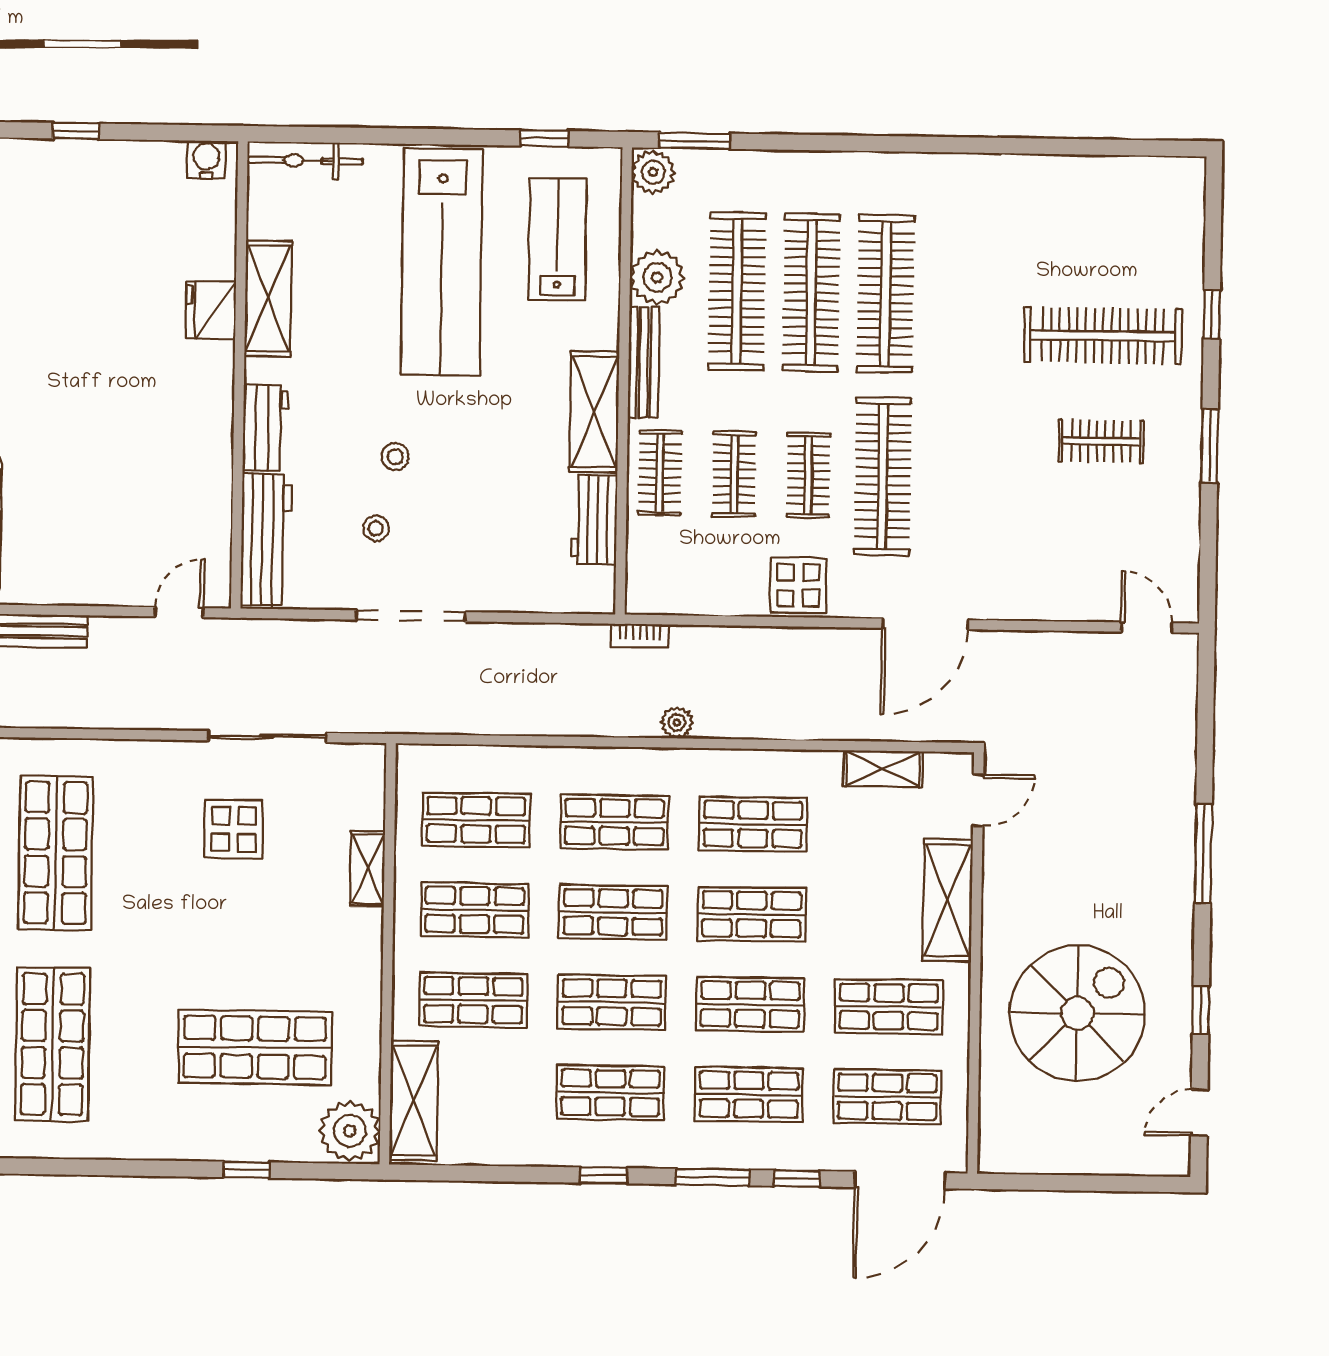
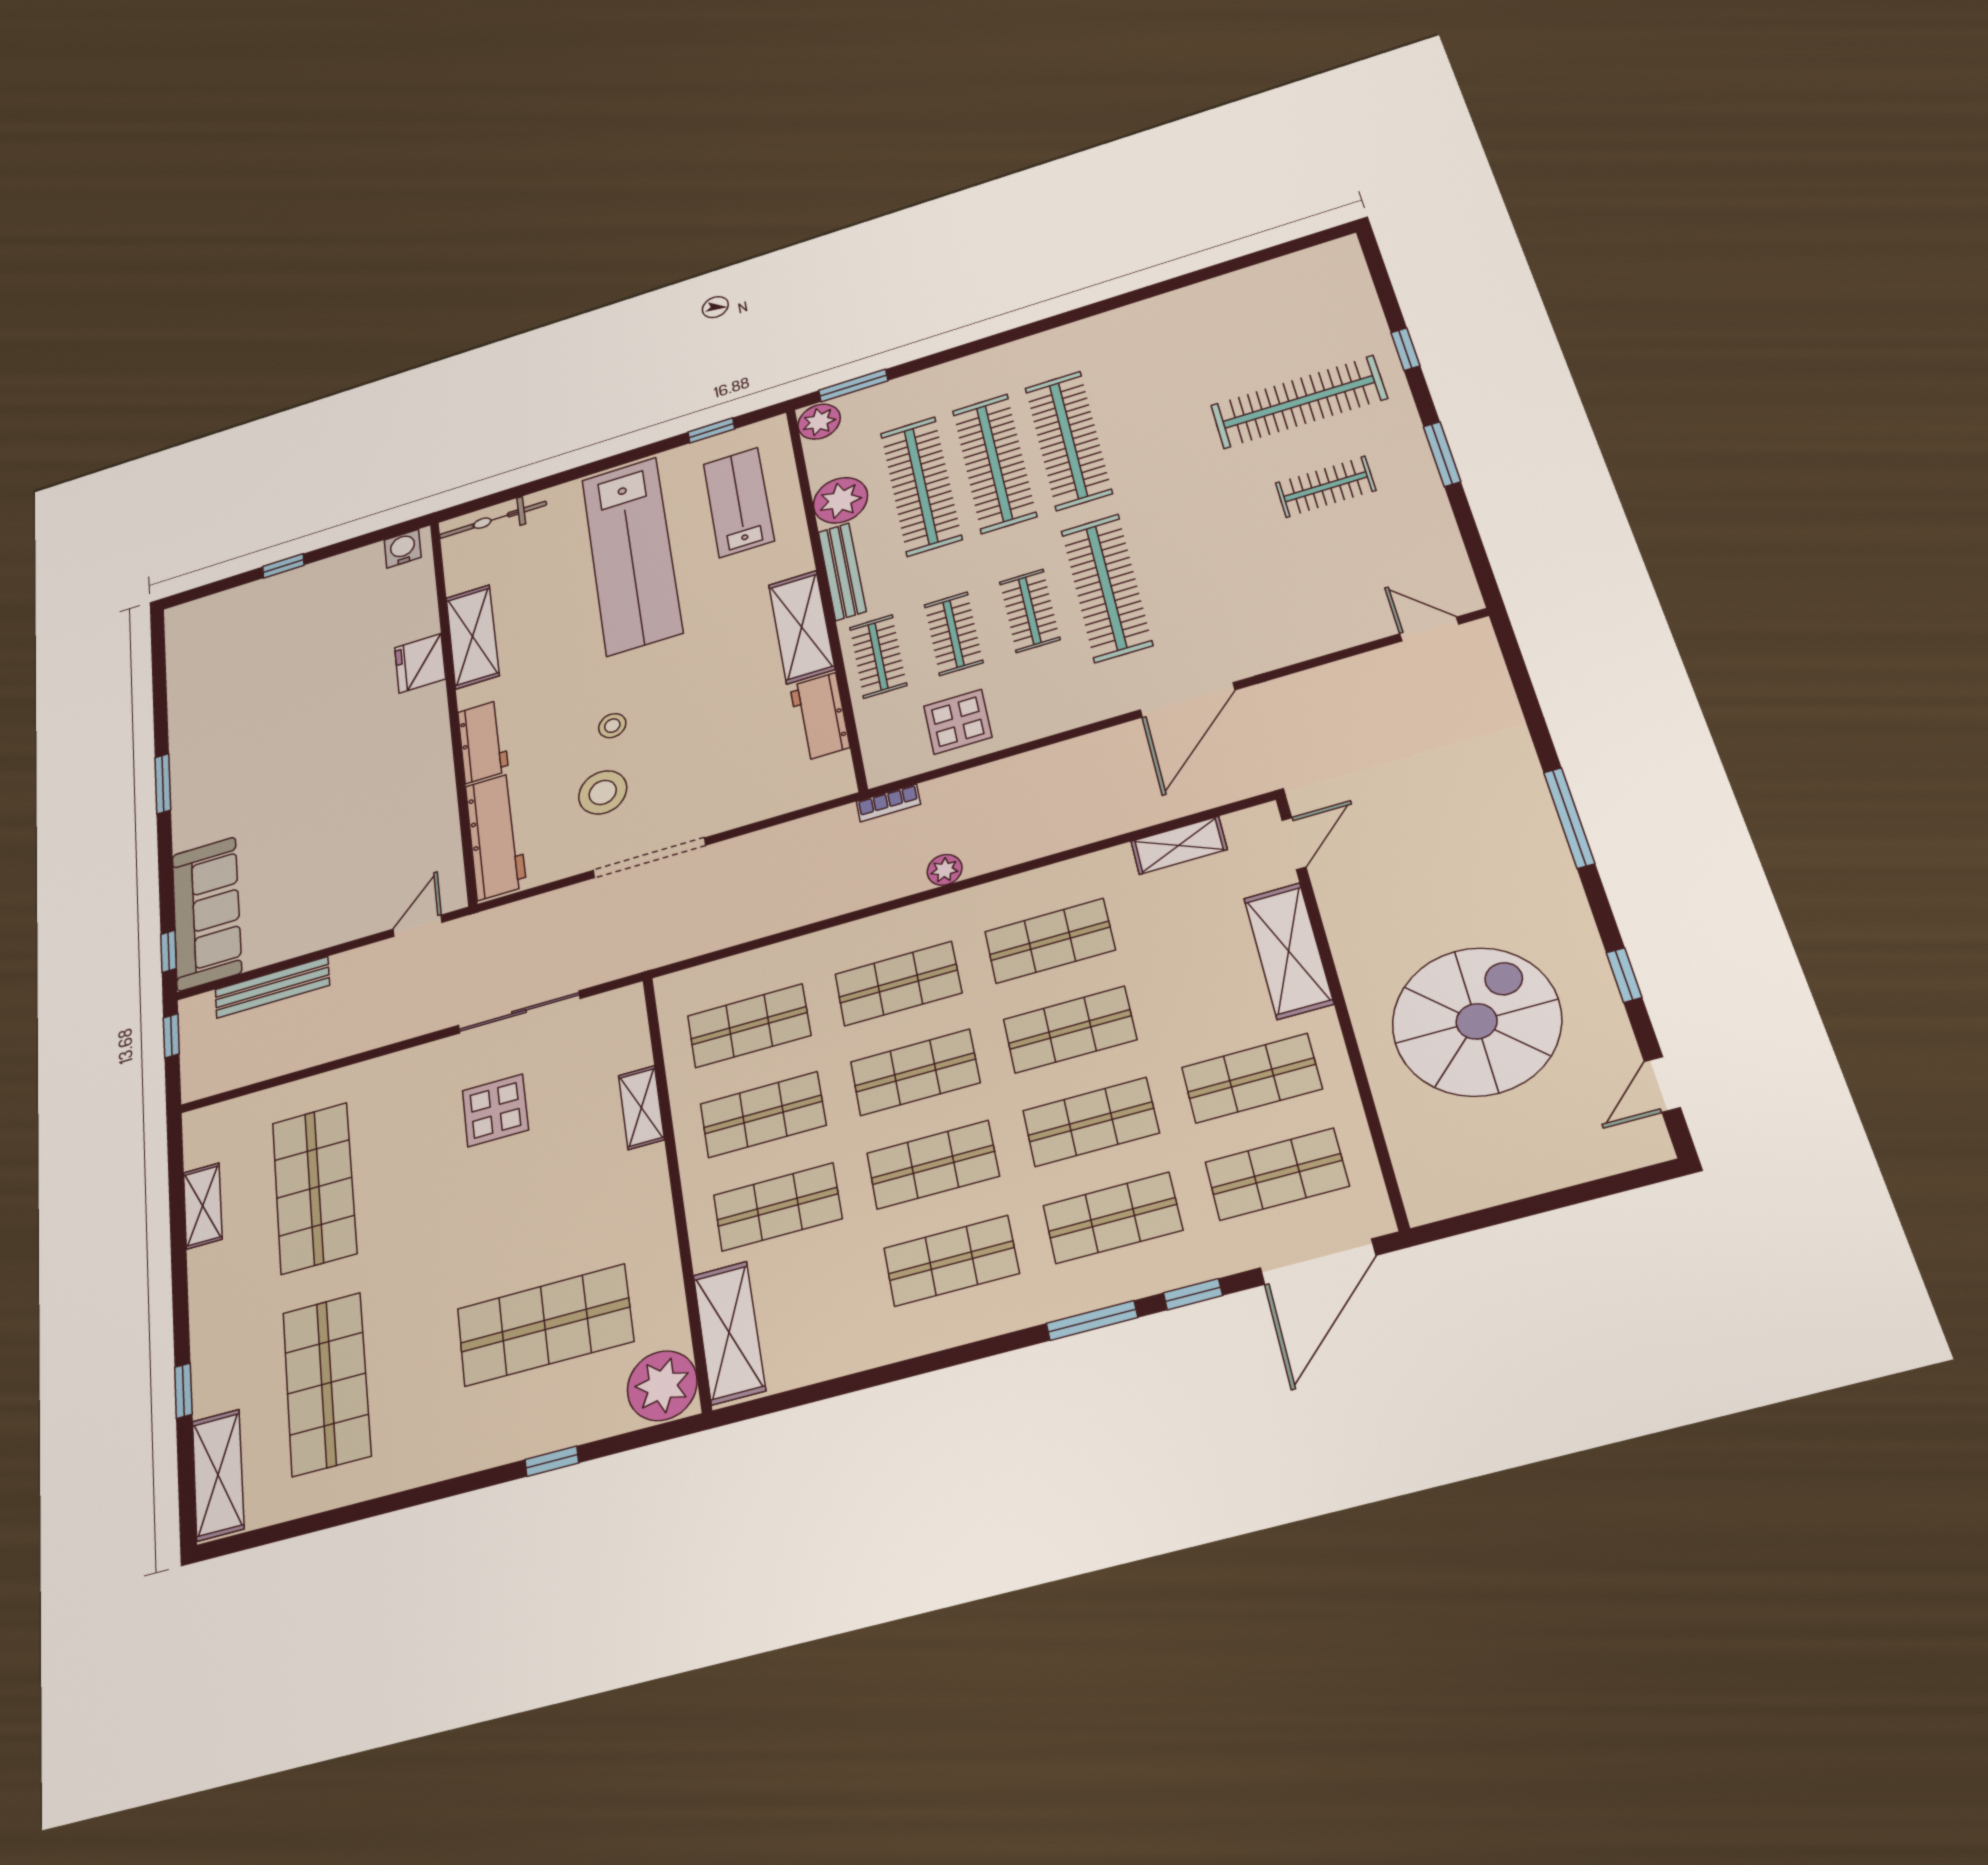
stool: (376, 528) -> (603, 792), width x1.89, depth x1.89
display table: (798, 585) -> (958, 722), moved
window: (604, 1175) -> (962, 1354), removed

